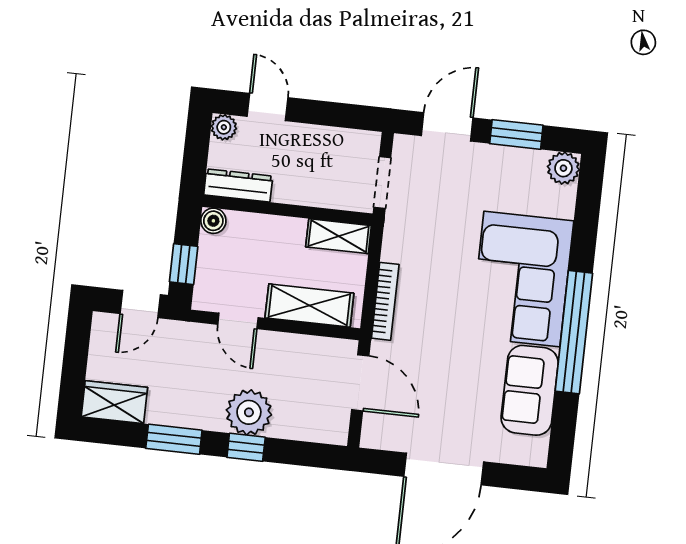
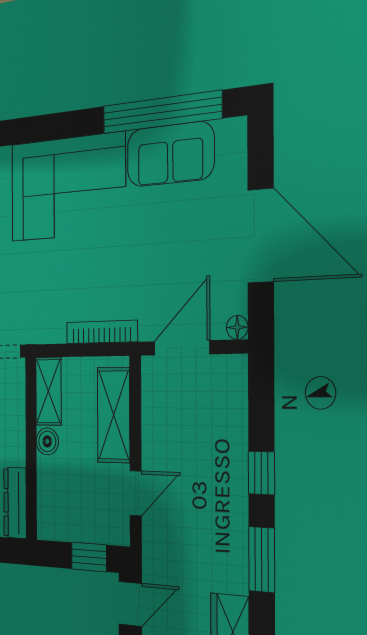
boiler: (213, 221) -> (47, 441), moved
door: (140, 304) -> (130, 604), hinge flipped
window: (574, 332) -> (161, 112), moved
plant: (249, 412) -> (225, 473), removed
floor lamp: (370, 438) -> (237, 327), added

